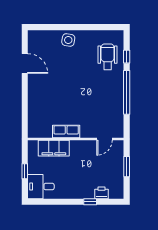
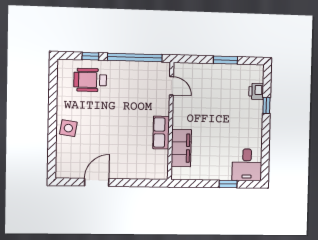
row of seats: (66, 131) -> (161, 133), moved
wall: (76, 139) -> (171, 121), moved
door: (104, 139) -> (171, 86), moved
filing cabinet: (54, 148) -> (181, 148), moved

